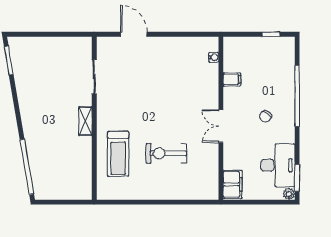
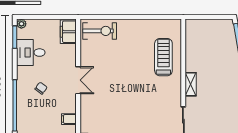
exercise bike: (166, 153) -> (100, 31), moved
desk: (278, 165) -> (31, 53), width x0.73

